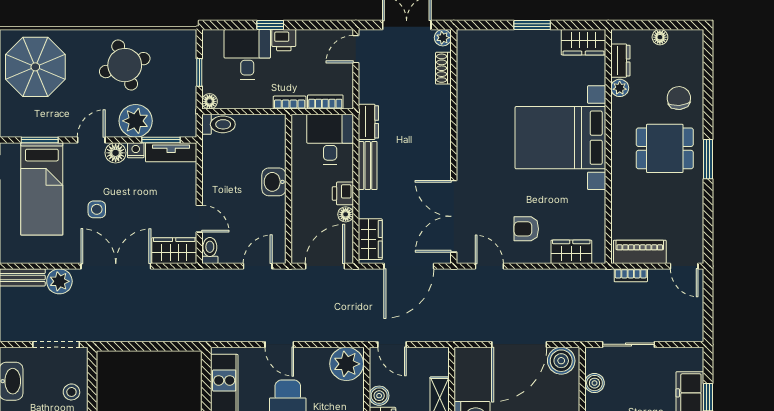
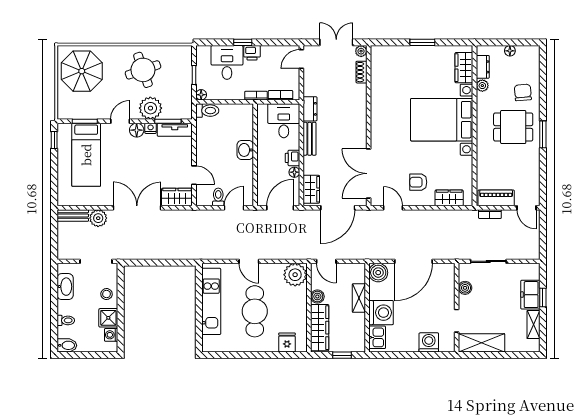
wardrobe: (583, 42) -> (464, 68), moved, turned 90
side table: (97, 209) -> (124, 169), removed
toilet: (210, 250) -> (218, 197), moved
boiler: (561, 361) -> (378, 273), moved

